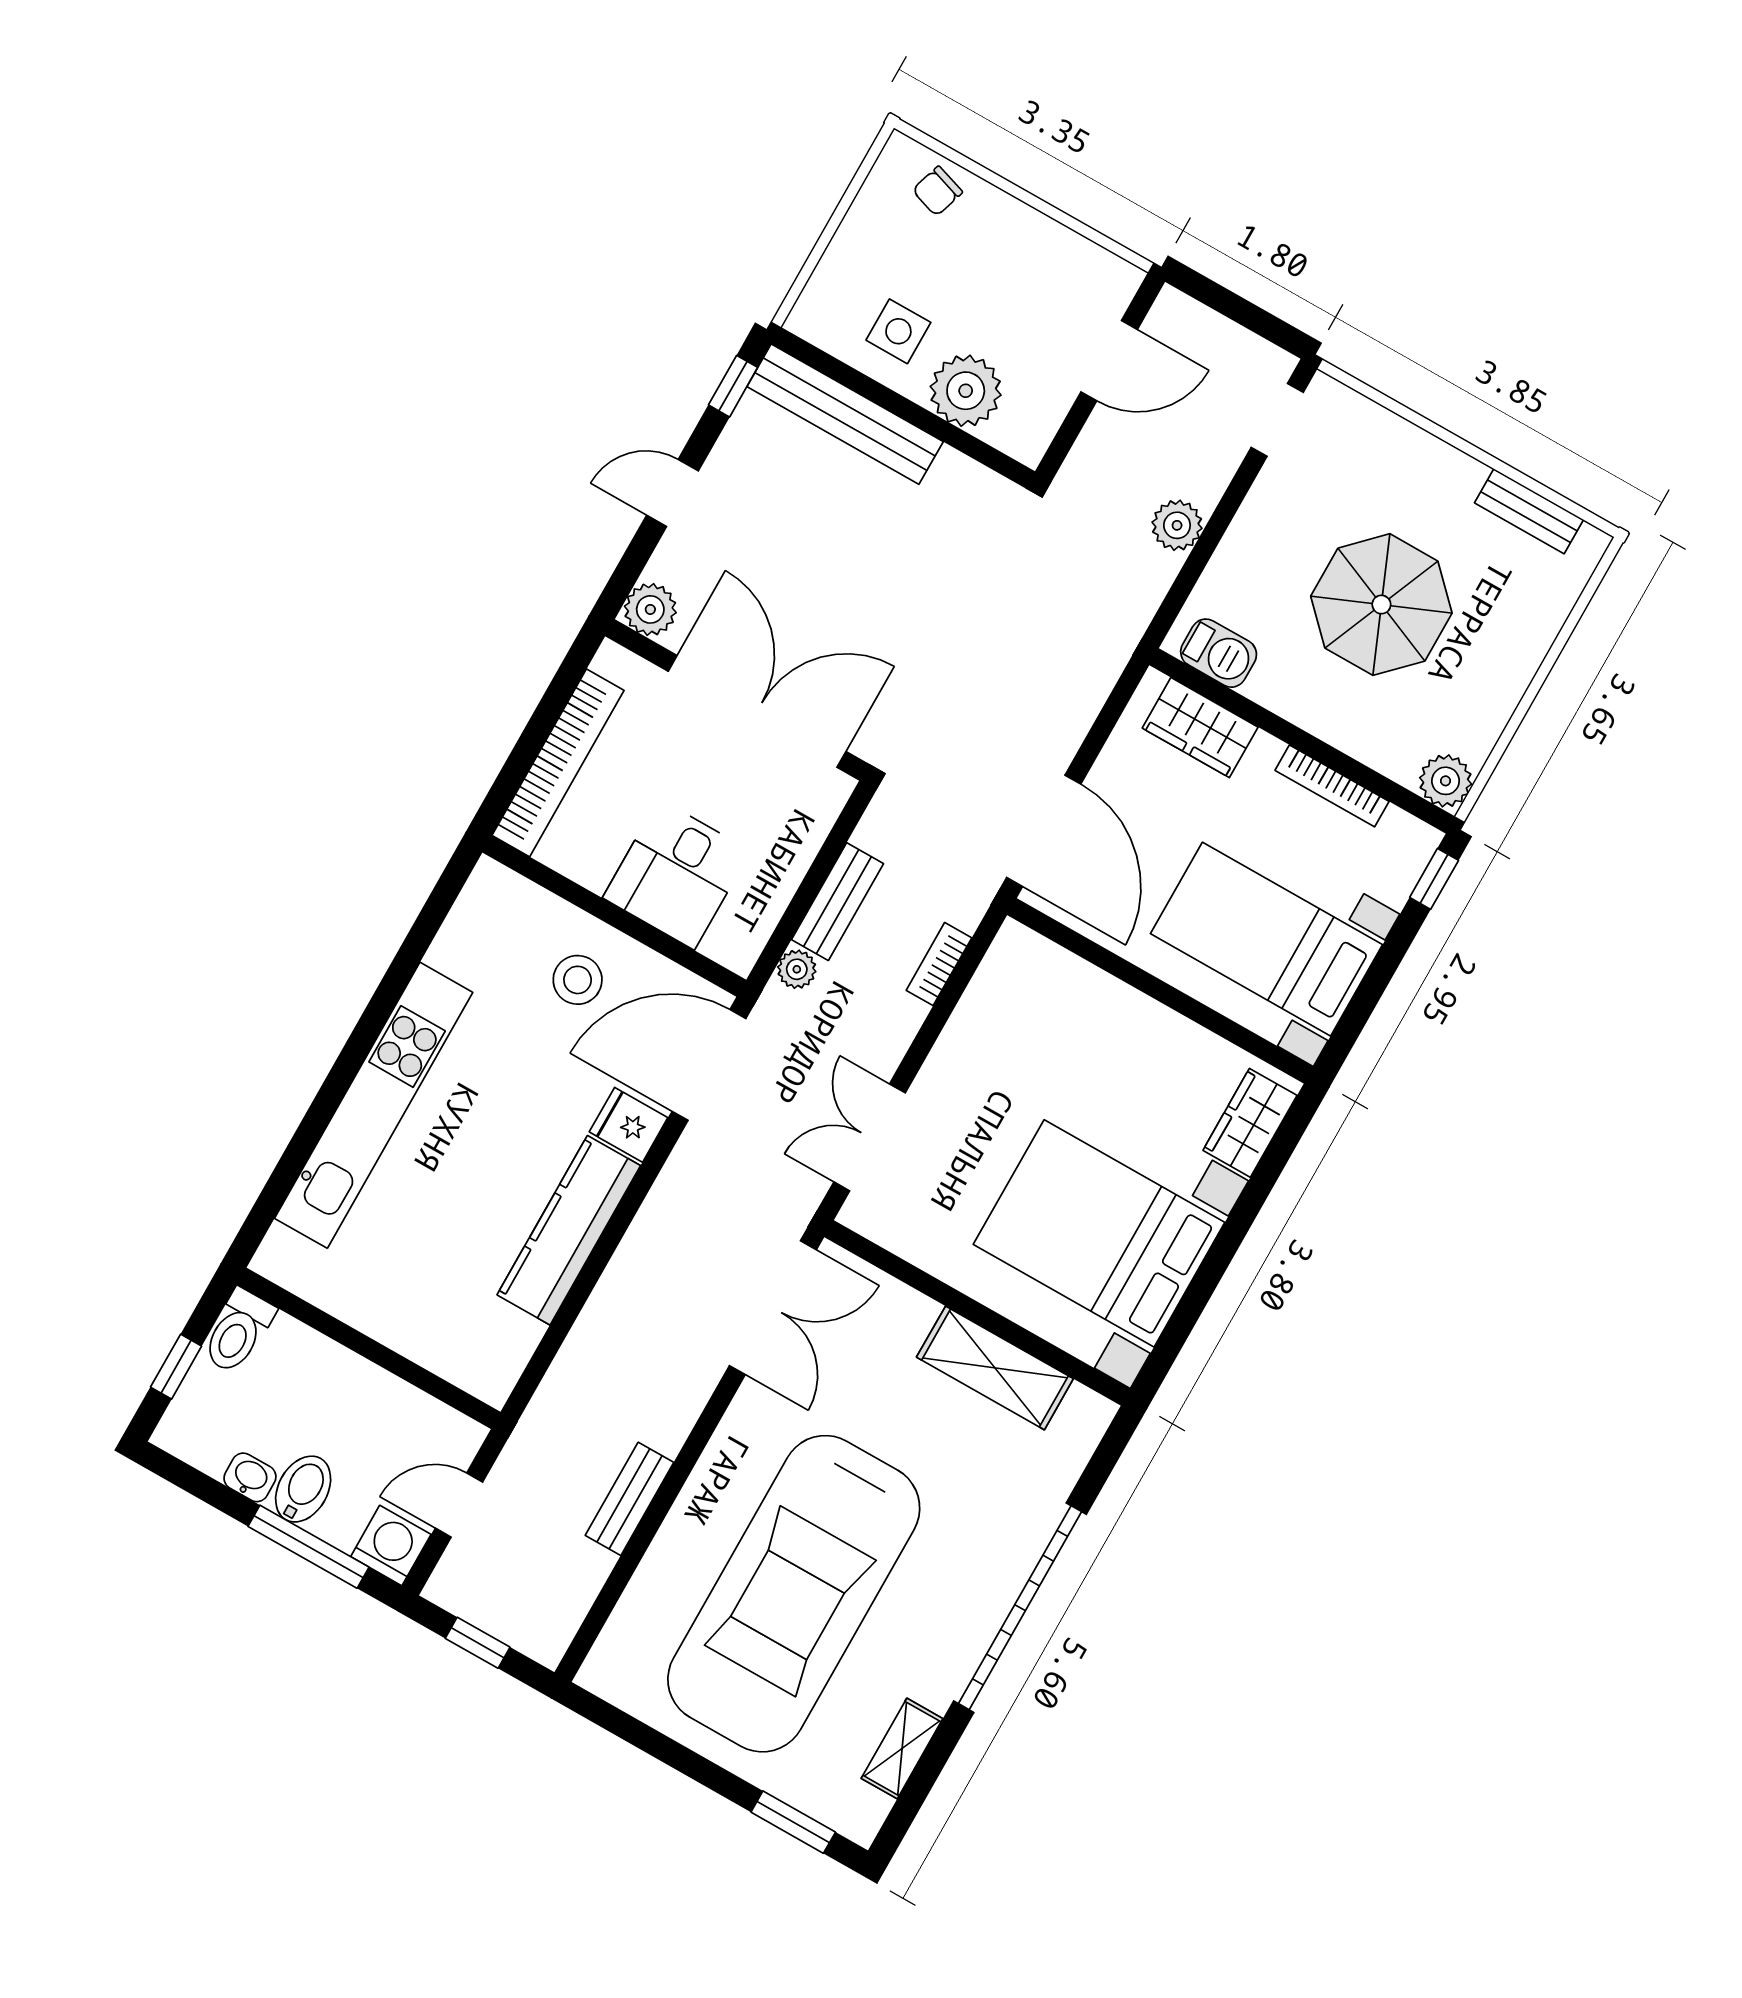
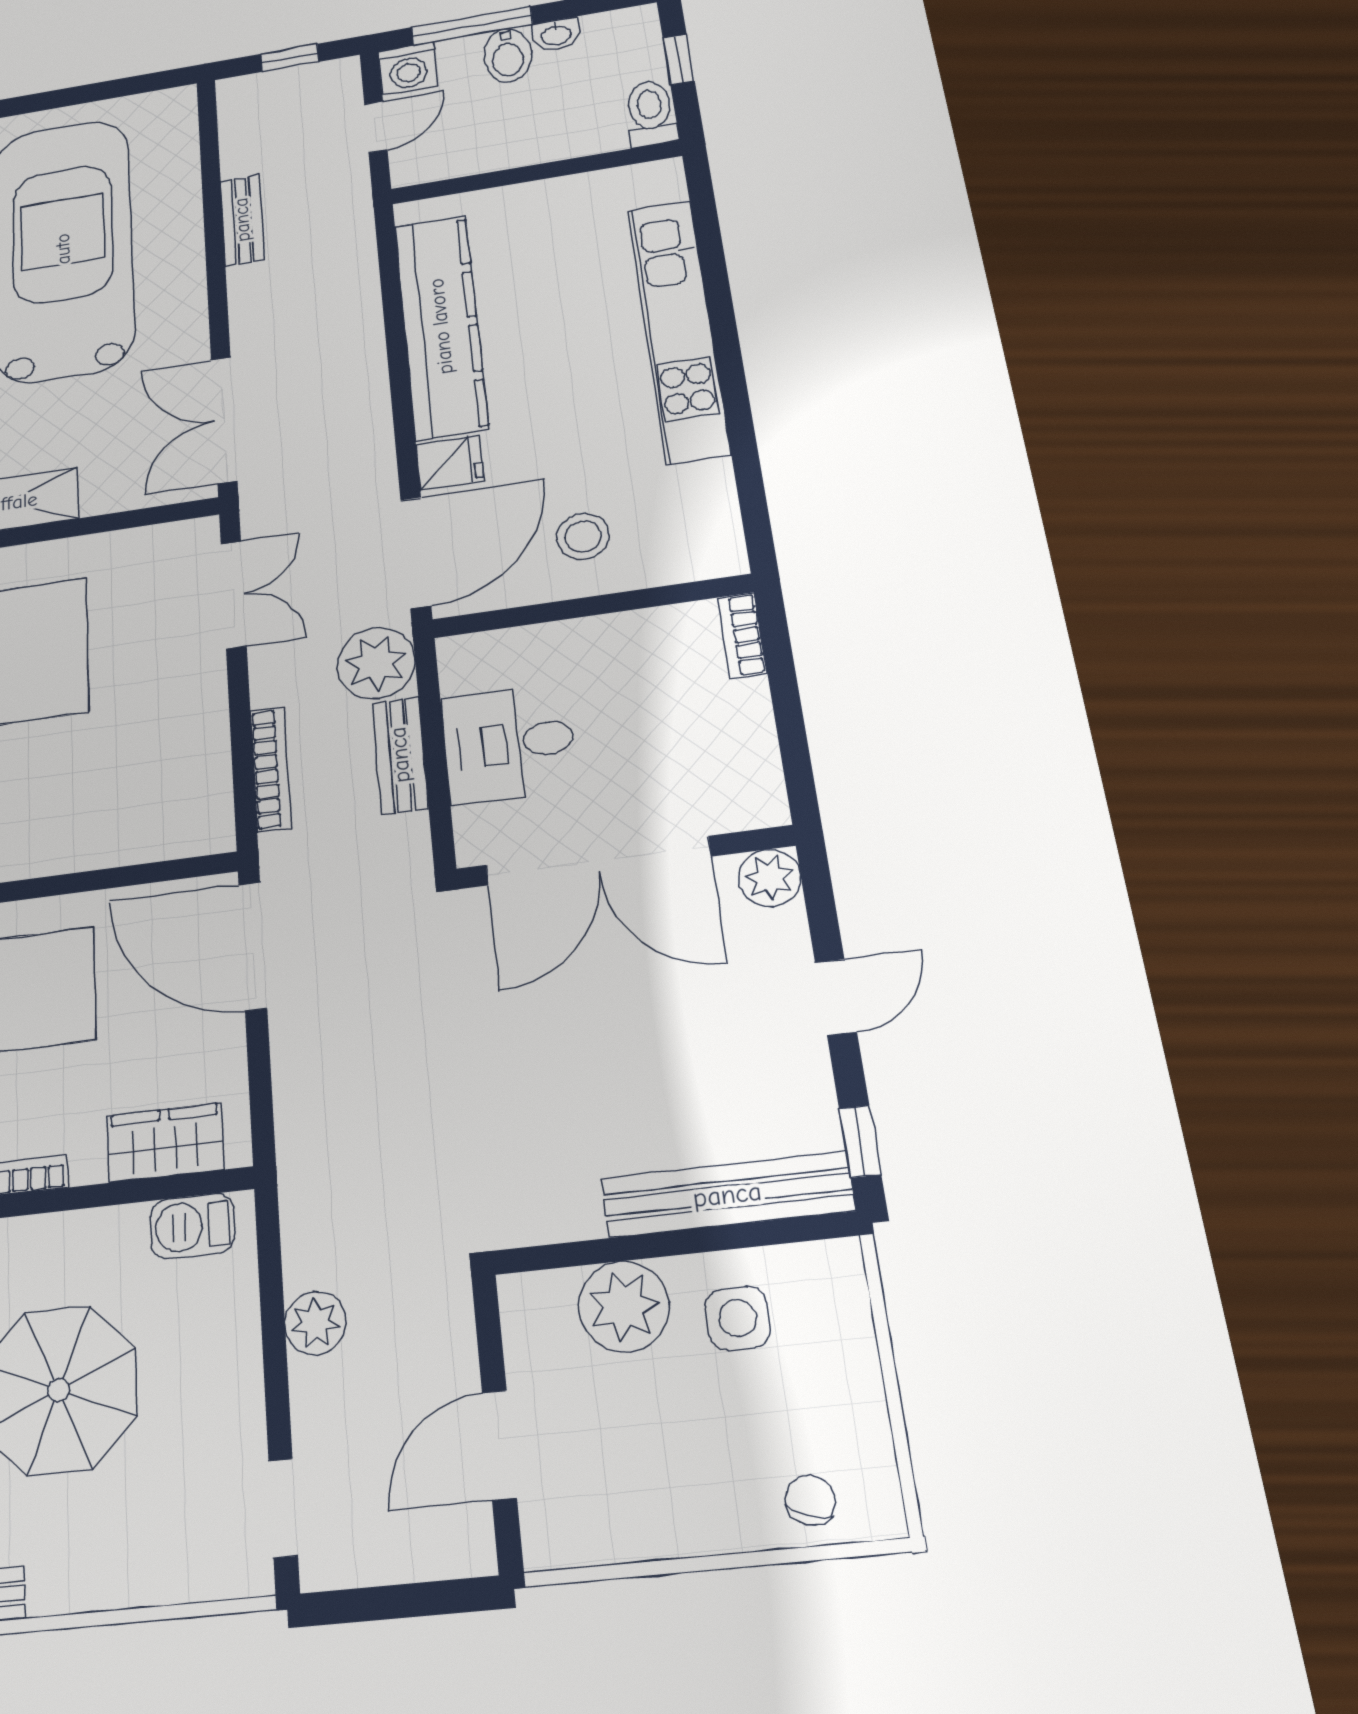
bookcase: (558, 763) -> (742, 635), width x0.43, depth x0.76
desk: (677, 874) -> (509, 743), moved, turned -90
bookcase: (939, 964) -> (271, 769), width x1.56
plant: (797, 969) -> (376, 663), width x1.88, depth x1.88
kitchen counter: (569, 1230) -> (441, 326), width x1.39, depth x1.17

